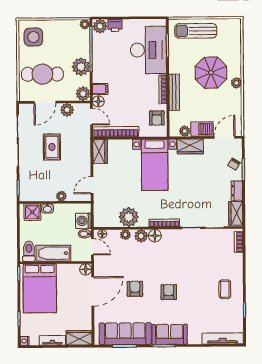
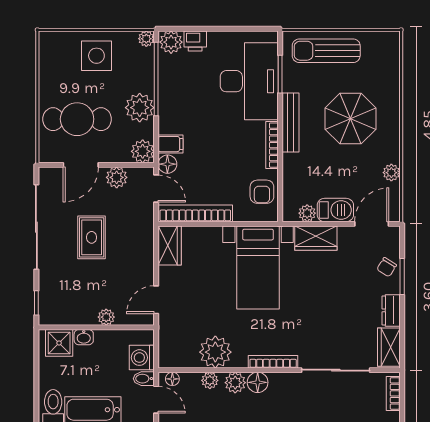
side table: (33, 37) -> (96, 56), moved
plant: (236, 83) -> (391, 173), moved
bench: (174, 92) -> (290, 123), moved

